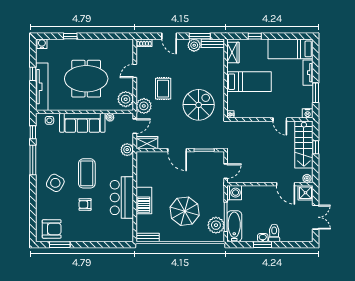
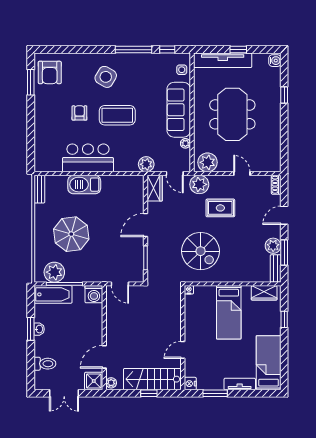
toilet: (274, 233) -> (45, 364), moved

